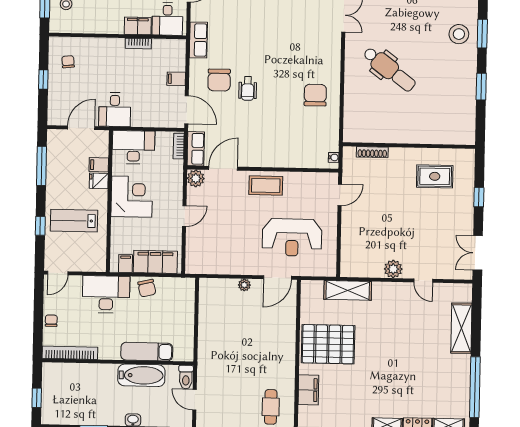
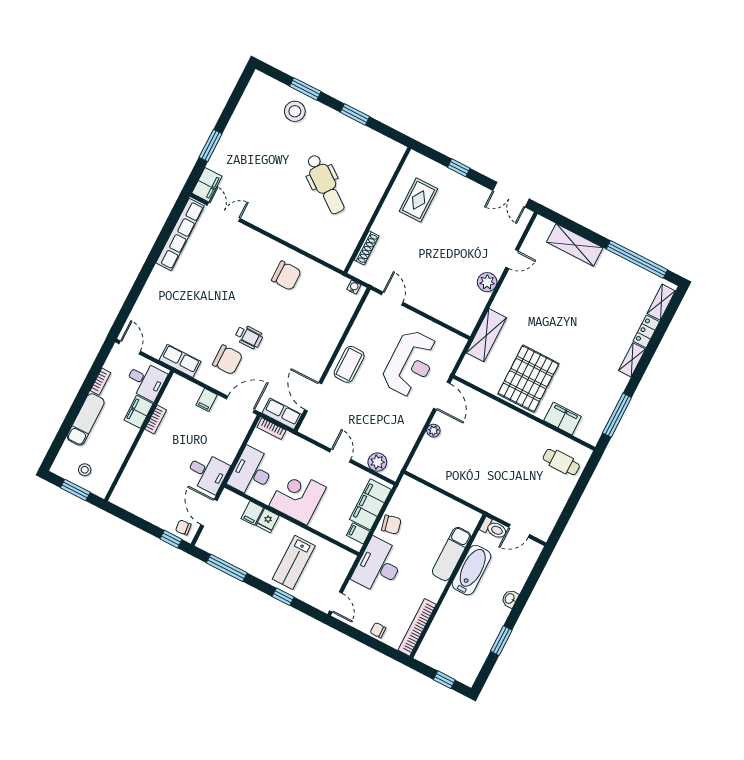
chair: (68, 62) -> (183, 528), moved
dental chair: (389, 69) -> (325, 184), moved, turned 90
window: (43, 80) -> (171, 539), moved
chair: (315, 95) -> (286, 276), turned 180
plant: (196, 178) -> (377, 462), moved

